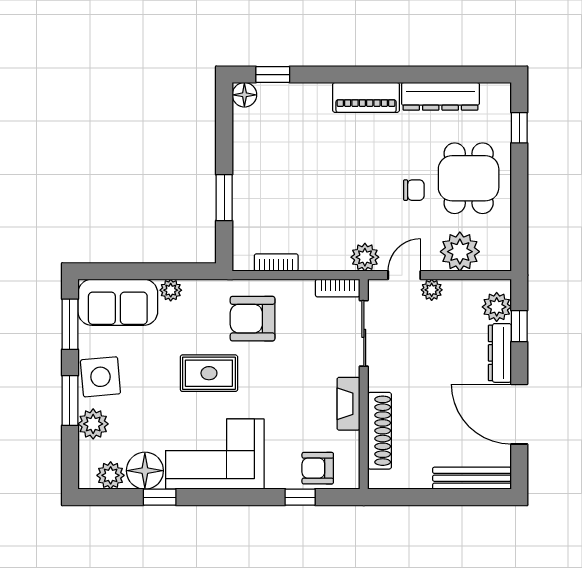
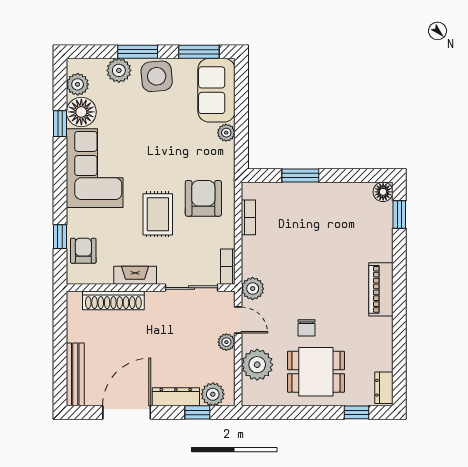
dresser: (440, 96) -> (384, 388), moved, width x0.51, depth x0.80
rug: (209, 373) -> (158, 214), moved

